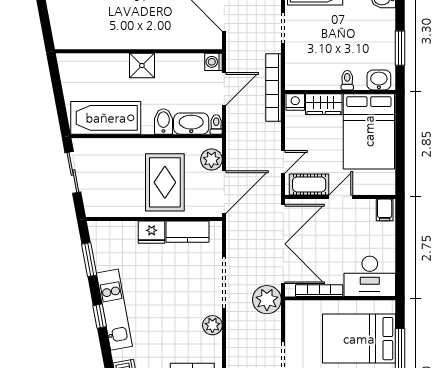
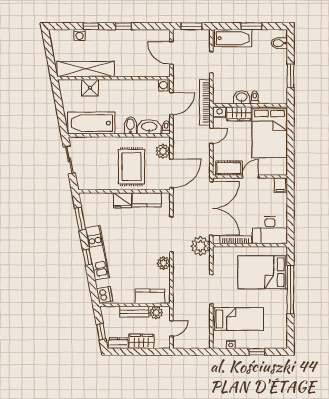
shelving: (97, 38) -> (86, 69), added
shower: (142, 66) -> (90, 88), moved
washbasin: (379, 80) -> (242, 97), moved
door: (283, 162) -> (211, 136), moved

